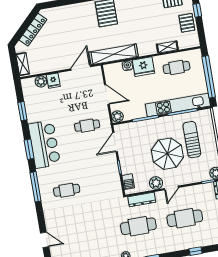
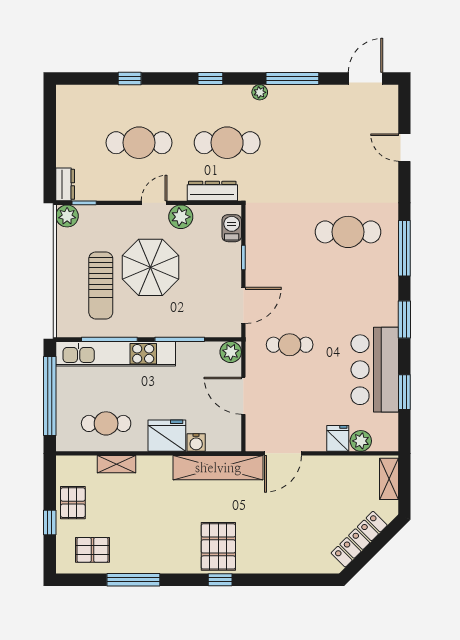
bar counter: (44, 144) -> (375, 370), moved
cafe table: (67, 190) -> (348, 232), width x1.37, depth x1.35

